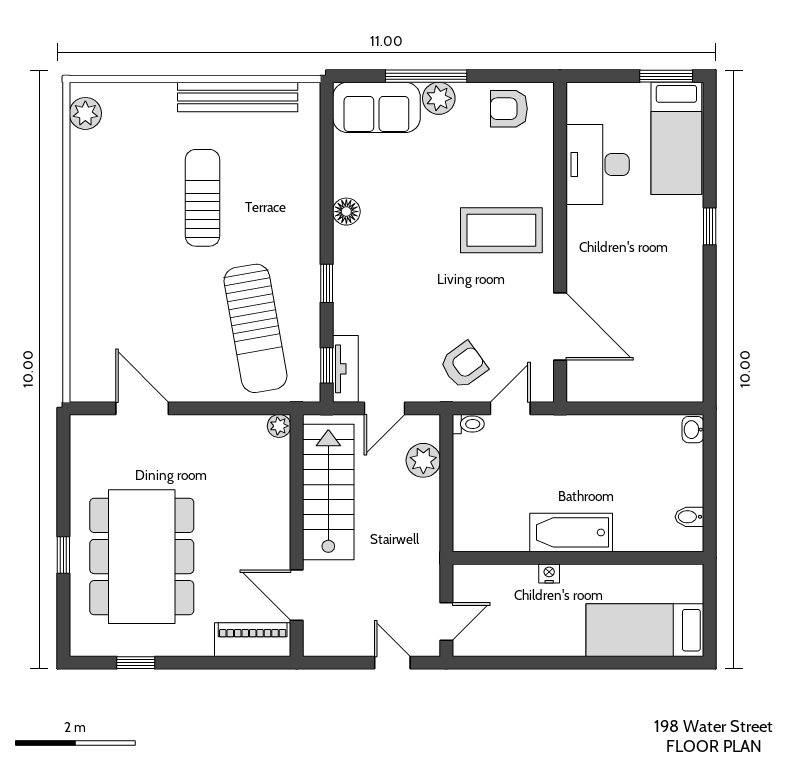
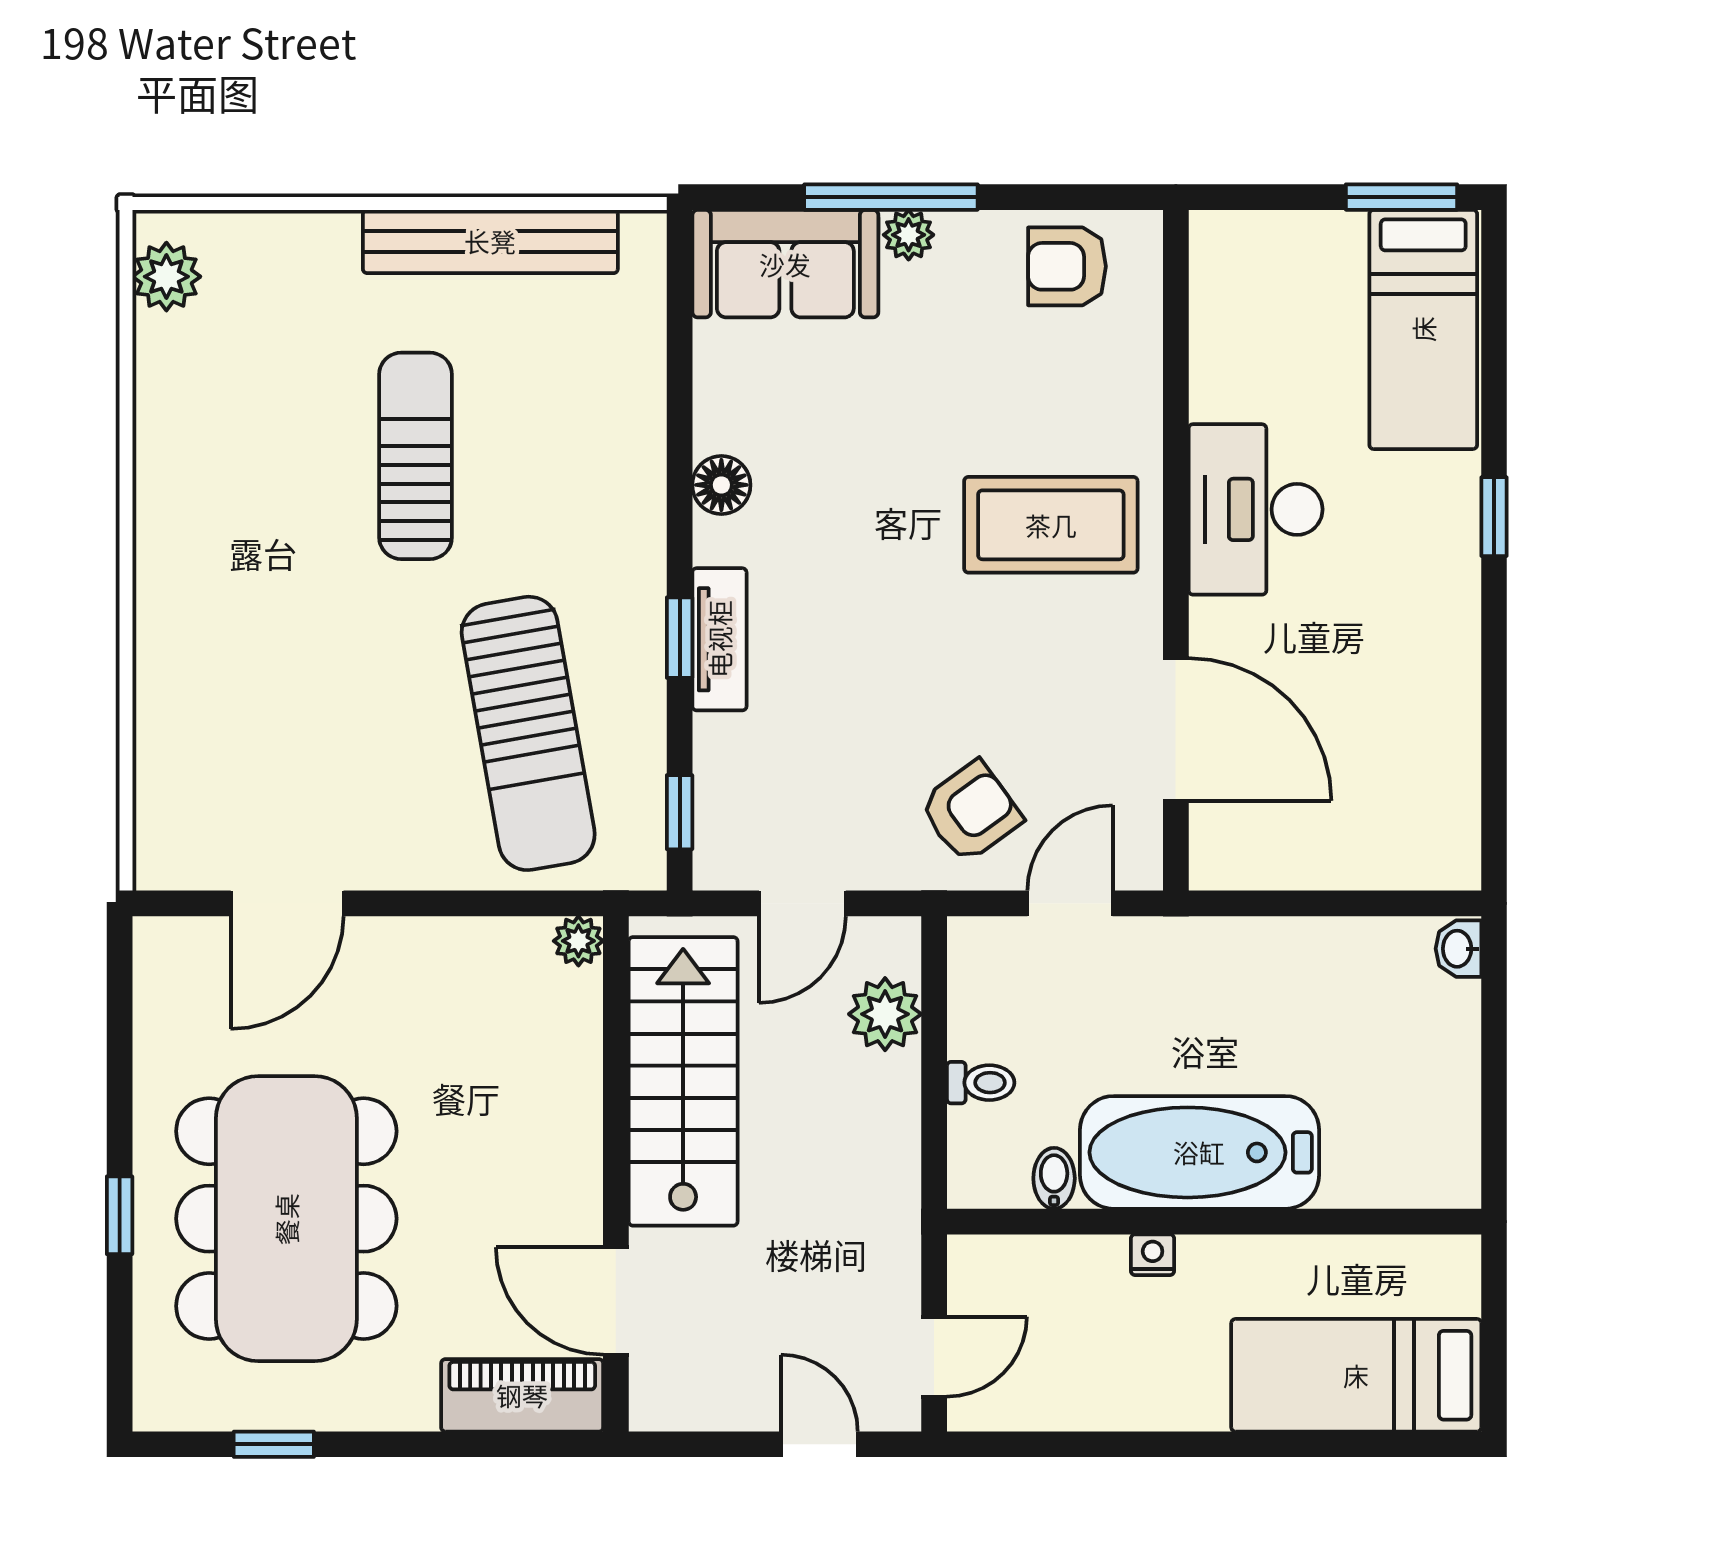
plant: (439, 98) -> (909, 235), width x0.73, depth x0.73
desk: (598, 164) -> (1256, 509), moved
tv unit: (345, 369) -> (719, 639), moved
door: (142, 408) -> (287, 903), swing flipped
toilet: (468, 424) -> (981, 1083), moved
bidet: (689, 517) -> (1054, 1178), moved, turned 90
bathtub: (571, 532) -> (1199, 1152), width x1.36, depth x1.36

